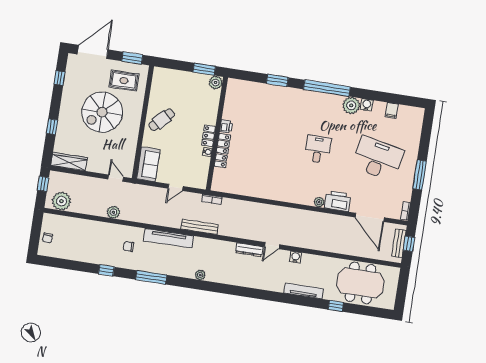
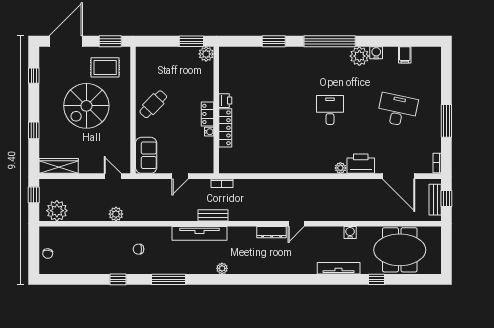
desk: (378, 159) -> (397, 110), width x0.73, depth x0.77
bench: (200, 227) -> (213, 215), width x0.73
tv unit: (169, 238) -> (199, 233), moved
water cooler: (295, 257) -> (350, 232), moved

